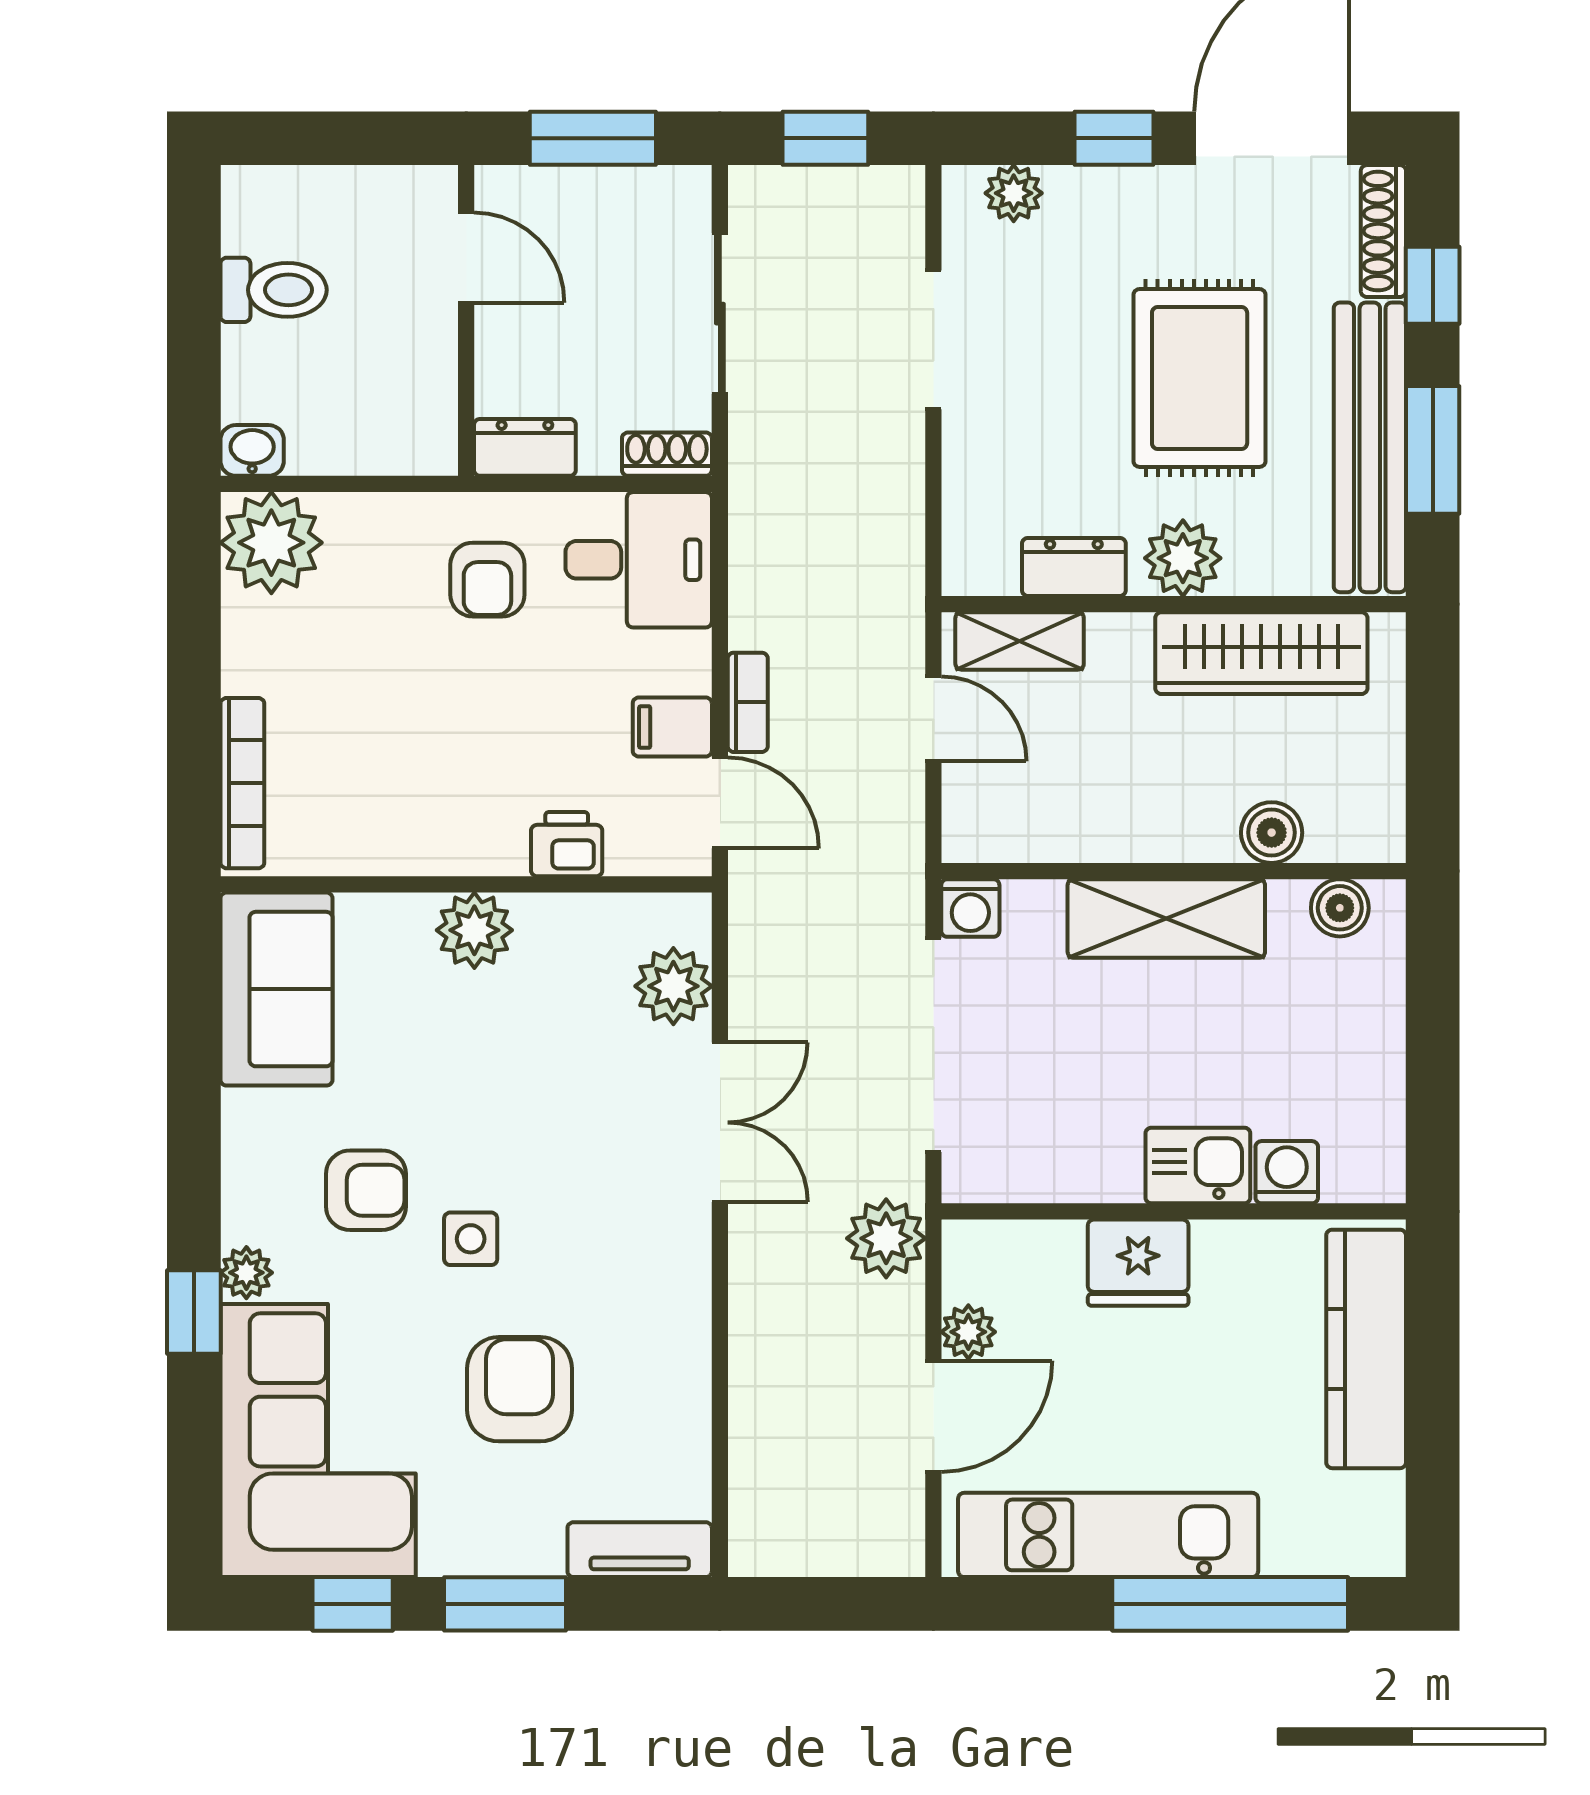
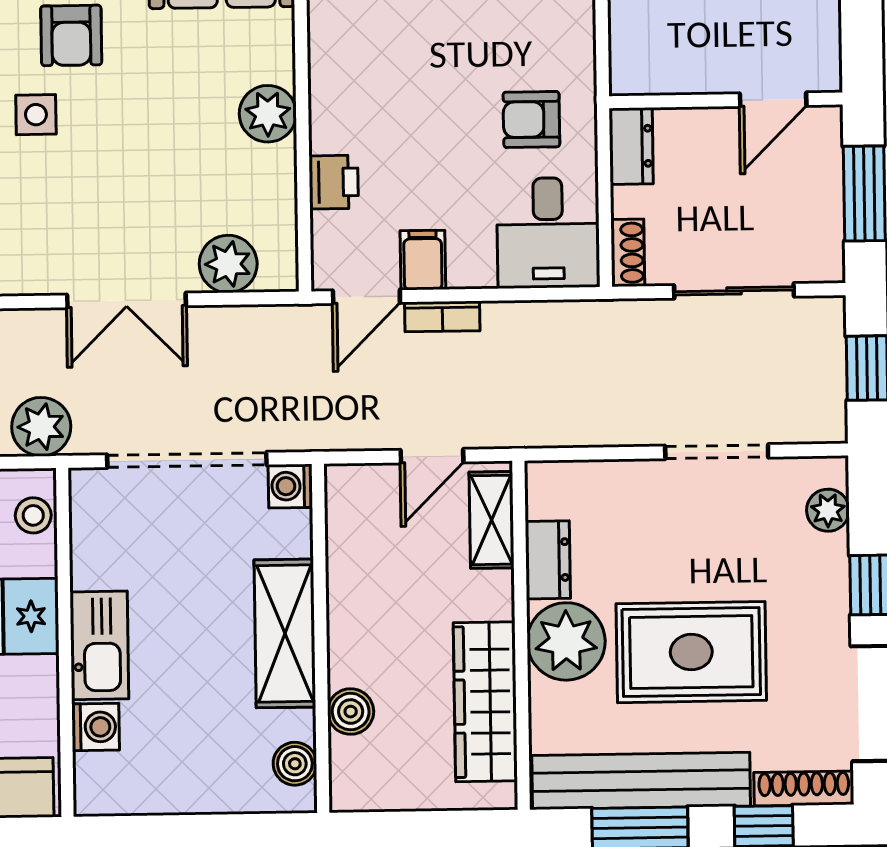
plant: (1183, 558) -> (566, 641), width x1.36, depth x1.36
kitchen sink: (1198, 1165) -> (99, 645), width x1.38
stool: (1004, 1251) -> (33, 515), added

